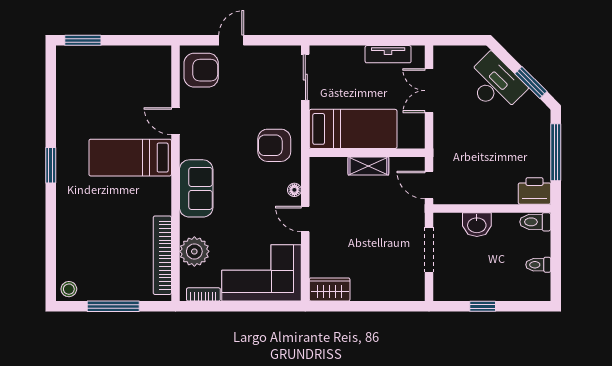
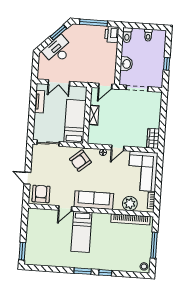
armchair: (274, 145) -> (80, 161), turned 50
sofa: (196, 188) -> (94, 200), width x1.36
window: (51, 212) -> (105, 273), added

